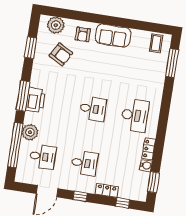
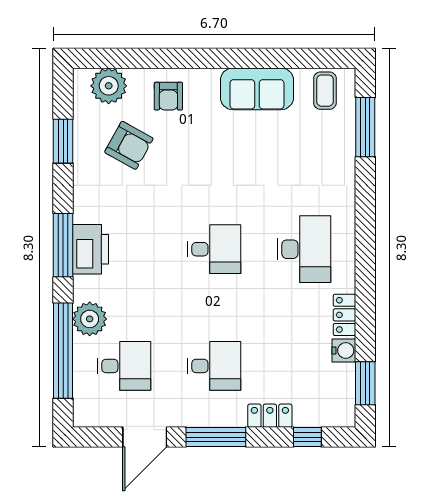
sofa: (113, 36) -> (257, 89), moved
window: (80, 196) -> (216, 437), width x2.17

